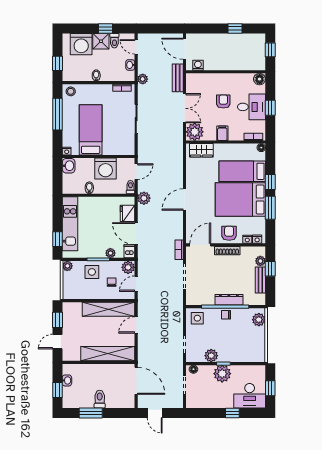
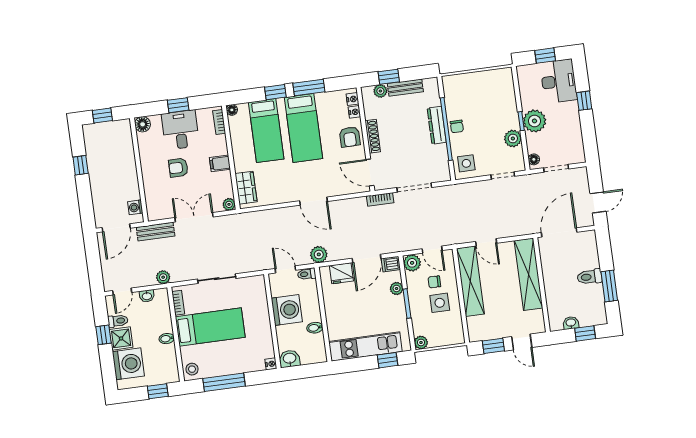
bed: (91, 130) -> (210, 327), moved, turned 180
plant: (195, 132) -> (229, 204), width x0.53, depth x0.53
bed: (240, 199) -> (303, 128), width x0.67
armchair: (229, 233) -> (350, 137), turned -90
side table: (92, 272) -> (440, 303), moved
plant: (259, 320) -> (457, 83), removed

